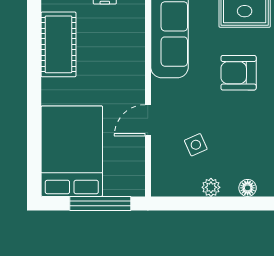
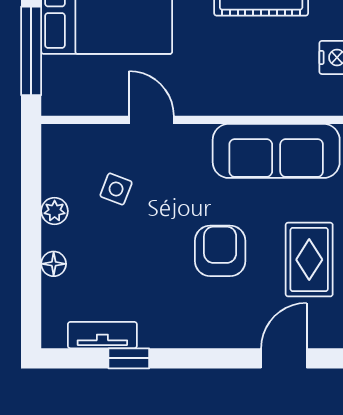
side table: (196, 145) -> (116, 189), turned 45

